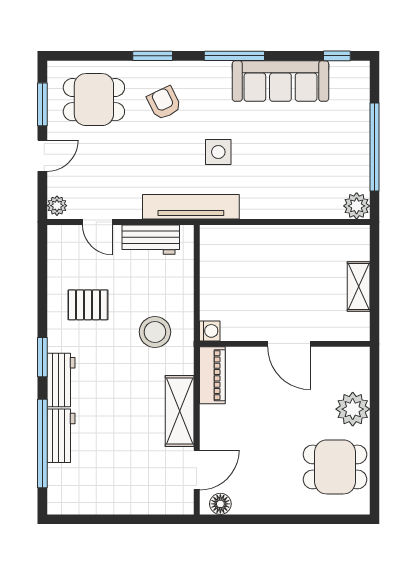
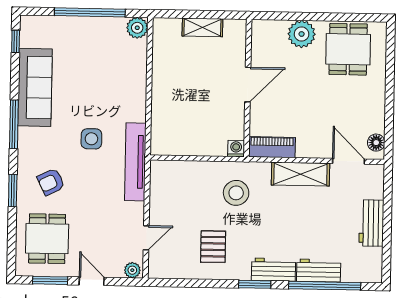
workbench: (151, 240) -> (371, 223), moved, turned 180

